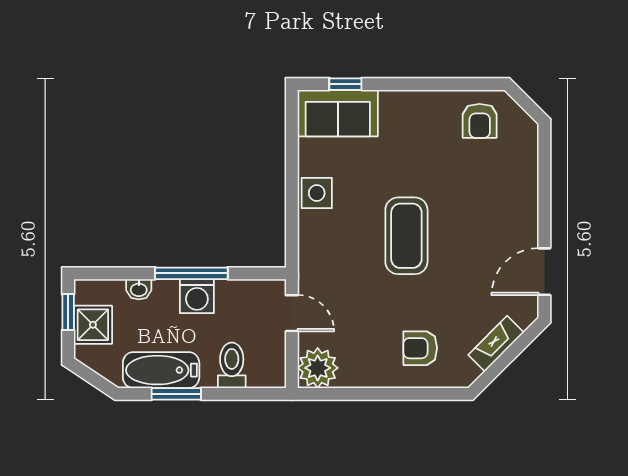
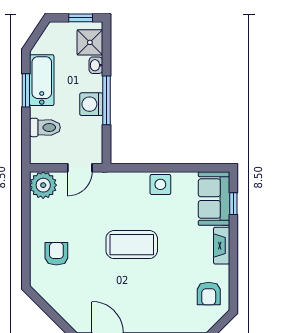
armchair: (480, 121) -> (209, 294), turned -90
shower: (93, 325) -> (90, 42), moved
fireplace: (496, 344) -> (222, 246), moved, turned -135

